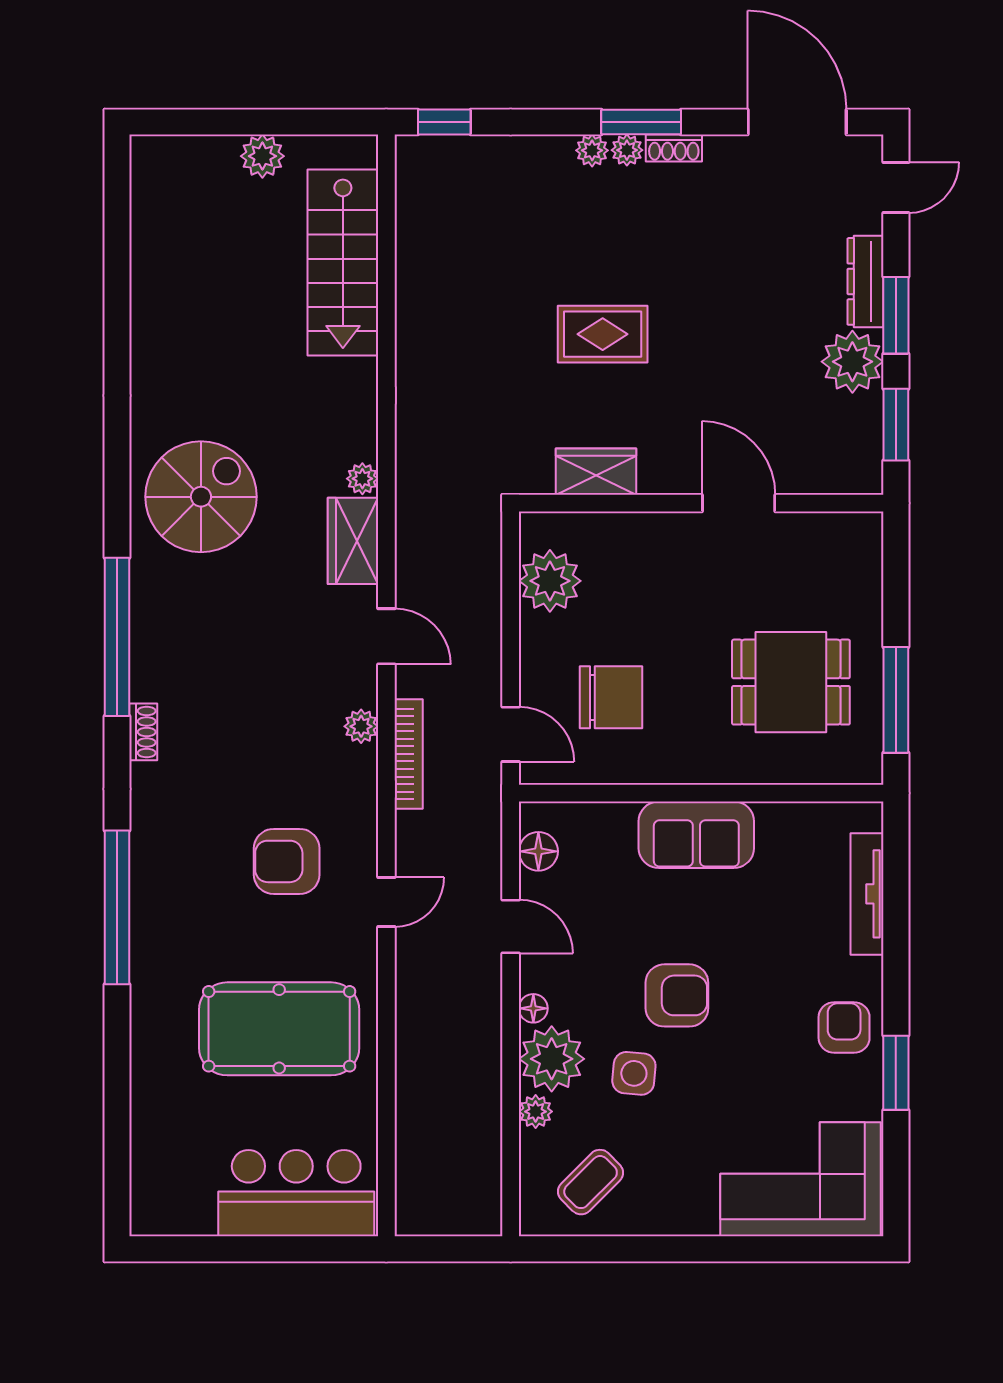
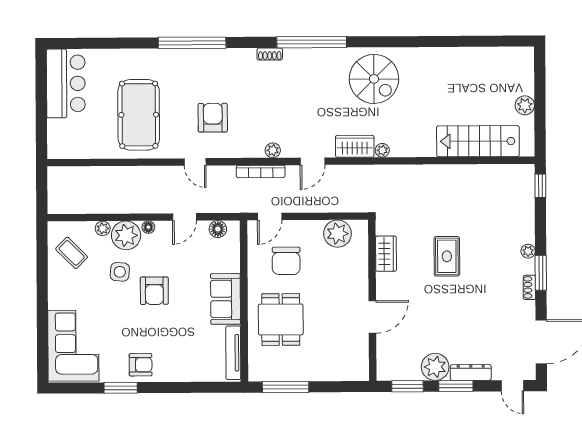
plant: (627, 150) -> (528, 267), removed
dining table: (791, 682) -> (281, 320), moved
tv unit: (867, 894) -> (233, 353), moved, turned -90
bar counter: (296, 1193) -> (66, 83), moved

